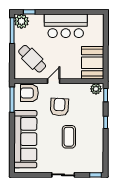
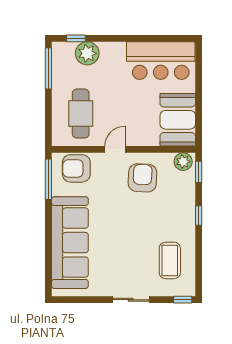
plant: (21, 21) -> (87, 53), moved
bar counter: (66, 26) -> (161, 61), moved
cafe table: (32, 59) -> (81, 114), turned 45
armchair: (59, 107) -> (142, 178), moved
coffee table: (69, 137) -> (170, 260), moved

